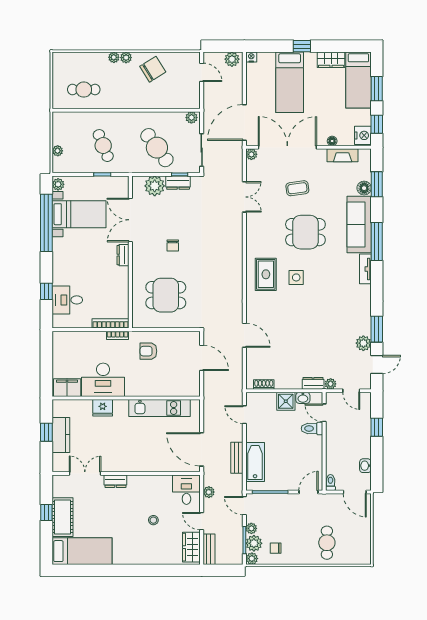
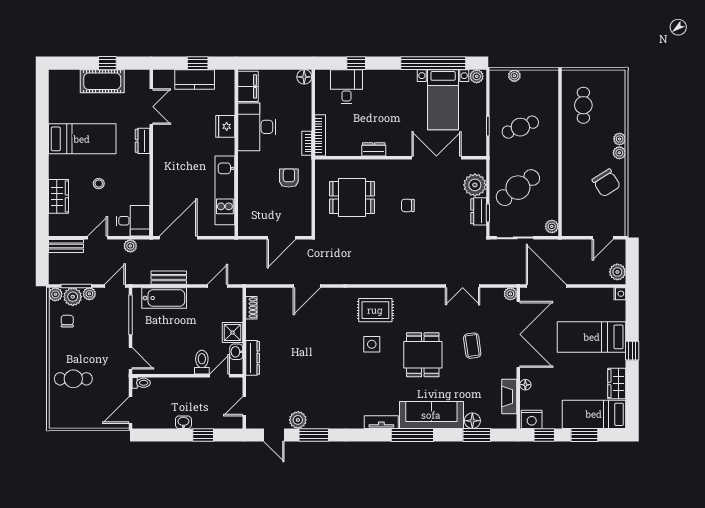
dresser: (123, 255) -> (374, 149), moved
dining table: (166, 295) -> (352, 197), turned 90
floor lamp: (59, 338) -> (304, 77), added
dresser: (313, 383) -> (253, 358), width x1.44
plant: (331, 384) -> (252, 383), removed
washbasin: (365, 466) -> (183, 422), moved
wardrobe: (191, 547) -> (59, 196), moved, turned 90
bed: (82, 551) -> (82, 139), moved, turned -90

